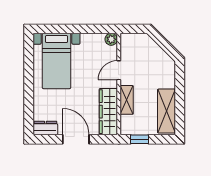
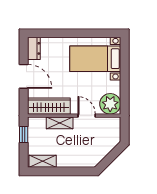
plant: (111, 39) -> (110, 104), width x1.88, depth x1.88
shelving: (167, 111) -> (43, 161), width x0.67, depth x0.75
door: (76, 139) -> (24, 76), hinge flipped

